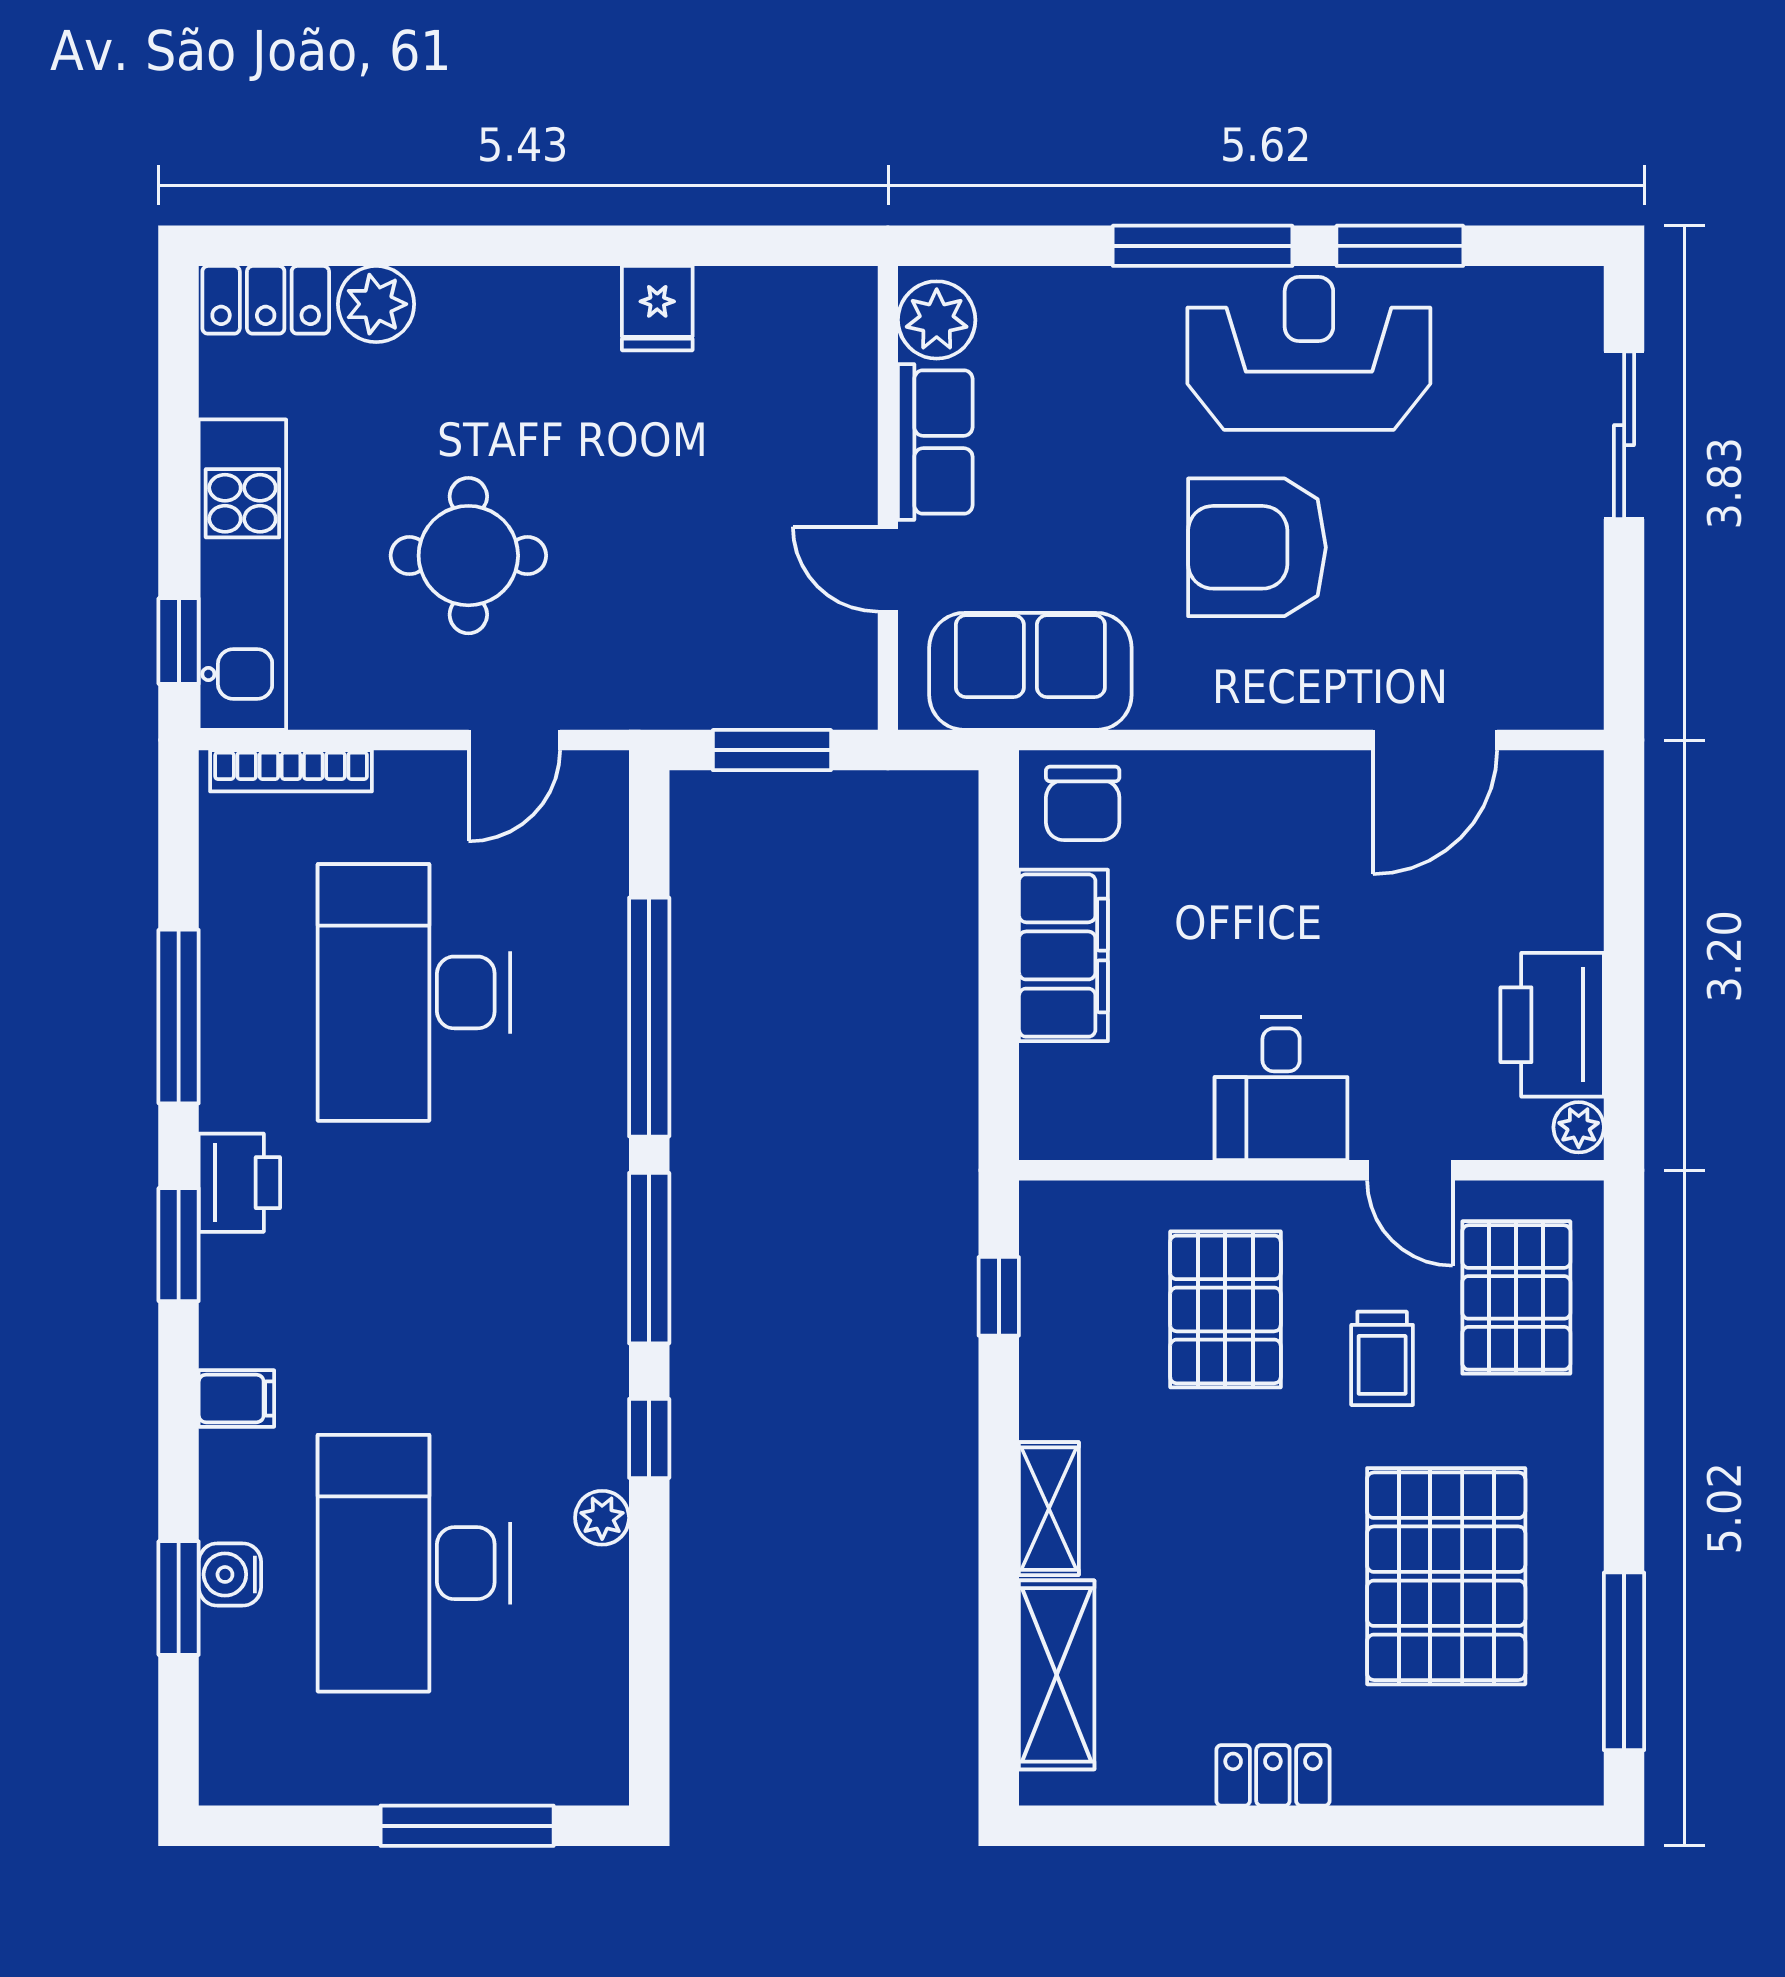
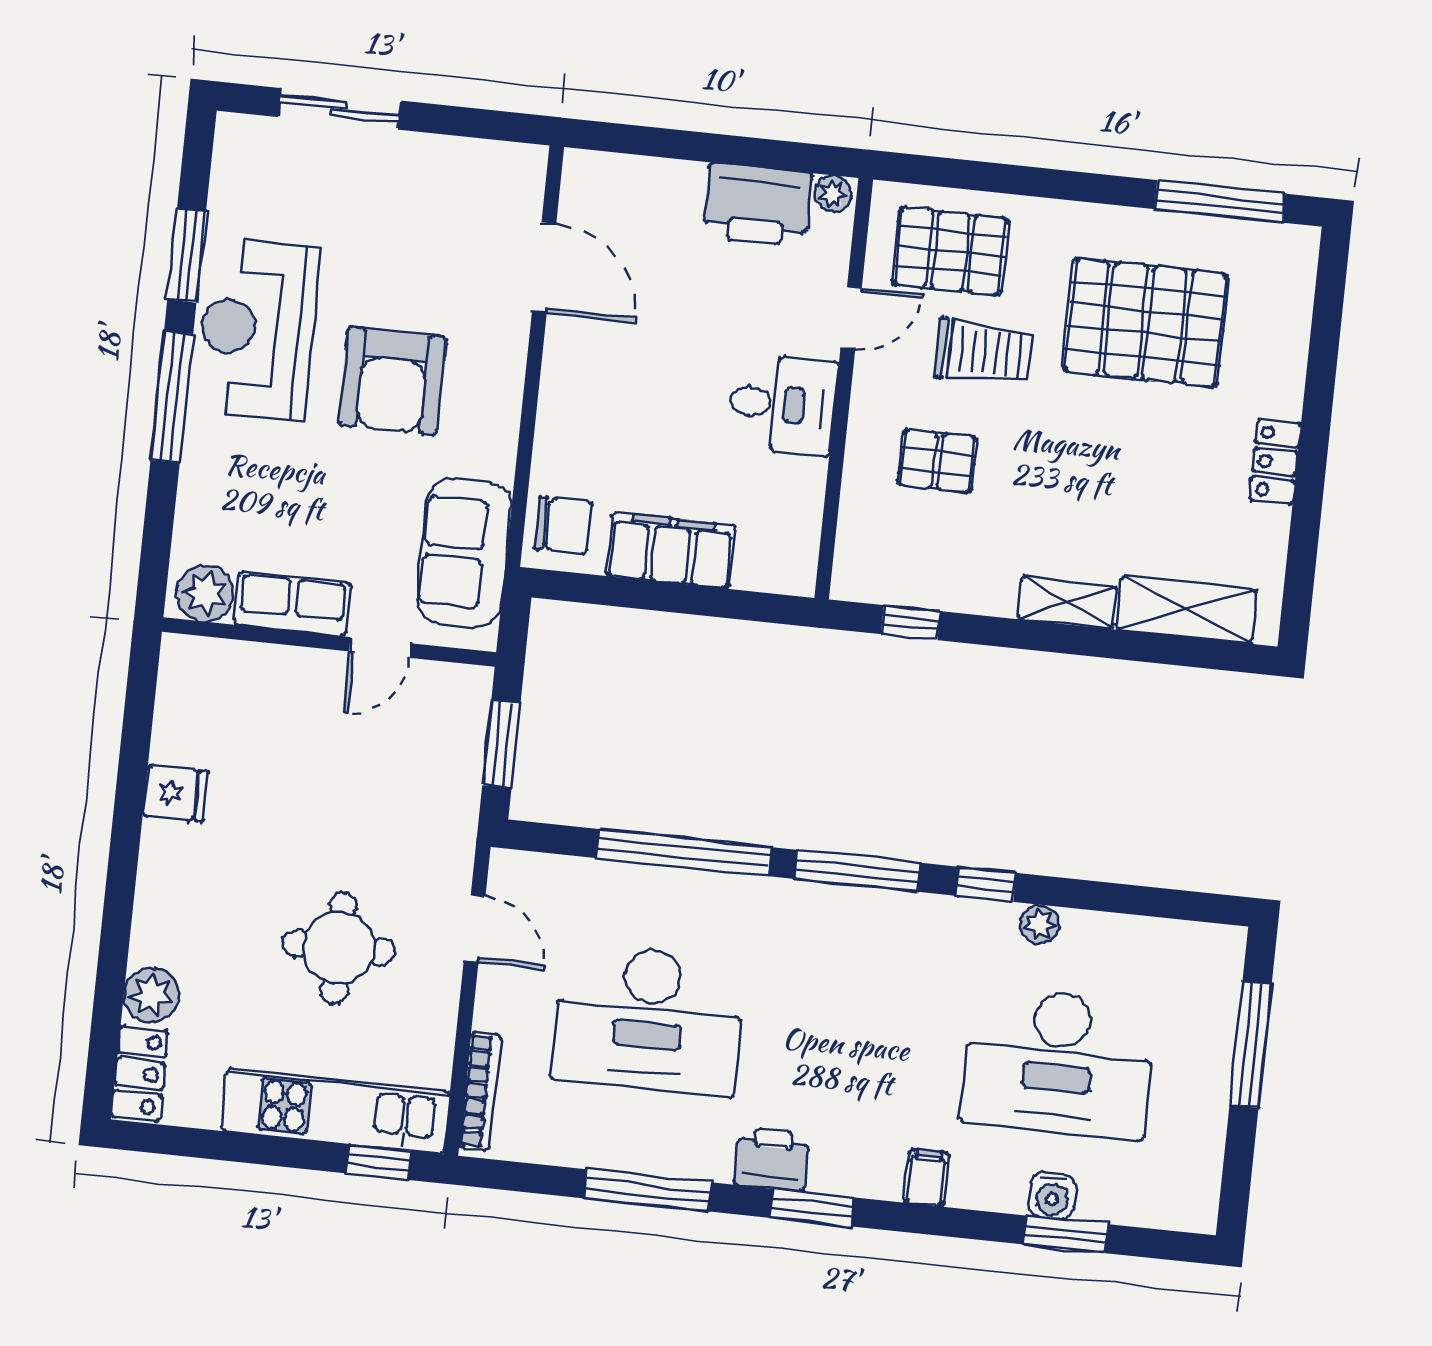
pallet: (1225, 1309) -> (937, 461), width x0.67, depth x0.71
trolley: (1382, 1358) -> (984, 352), width x1.36, depth x1.39

